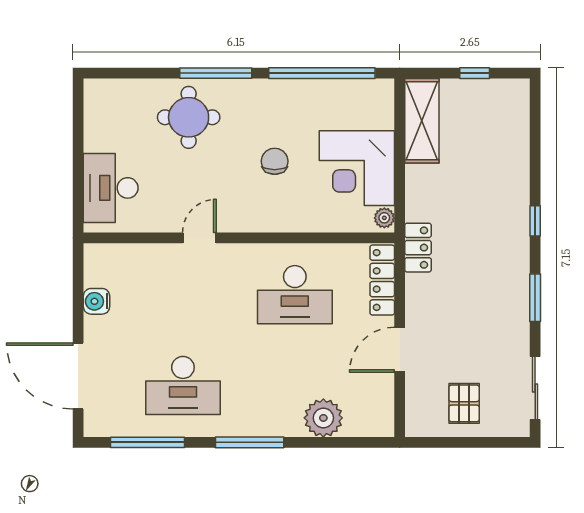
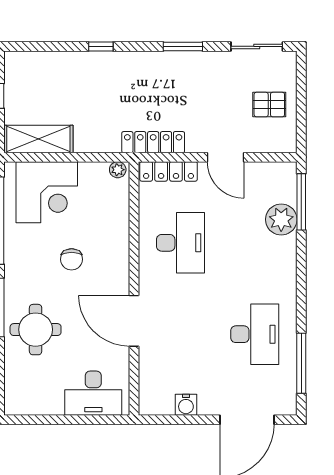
chair: (275, 161) -> (72, 259), turned -90
corner desk: (357, 168) -> (47, 192), moved
window: (535, 221) -> (101, 46), moved
door: (199, 238) -> (134, 321), width x1.87
locker: (418, 248) -> (153, 142), width x1.53
window: (250, 442) -> (301, 202), moved

